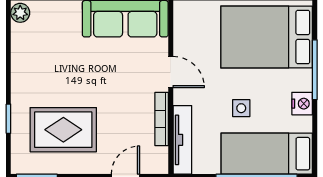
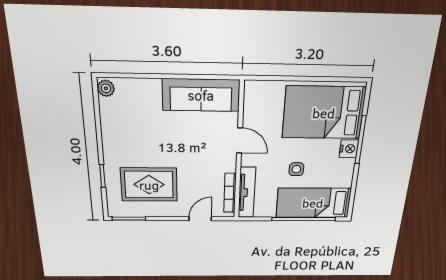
nightstand: (302, 104) -> (349, 149), moved
bookcase: (162, 119) -> (230, 193), moved

